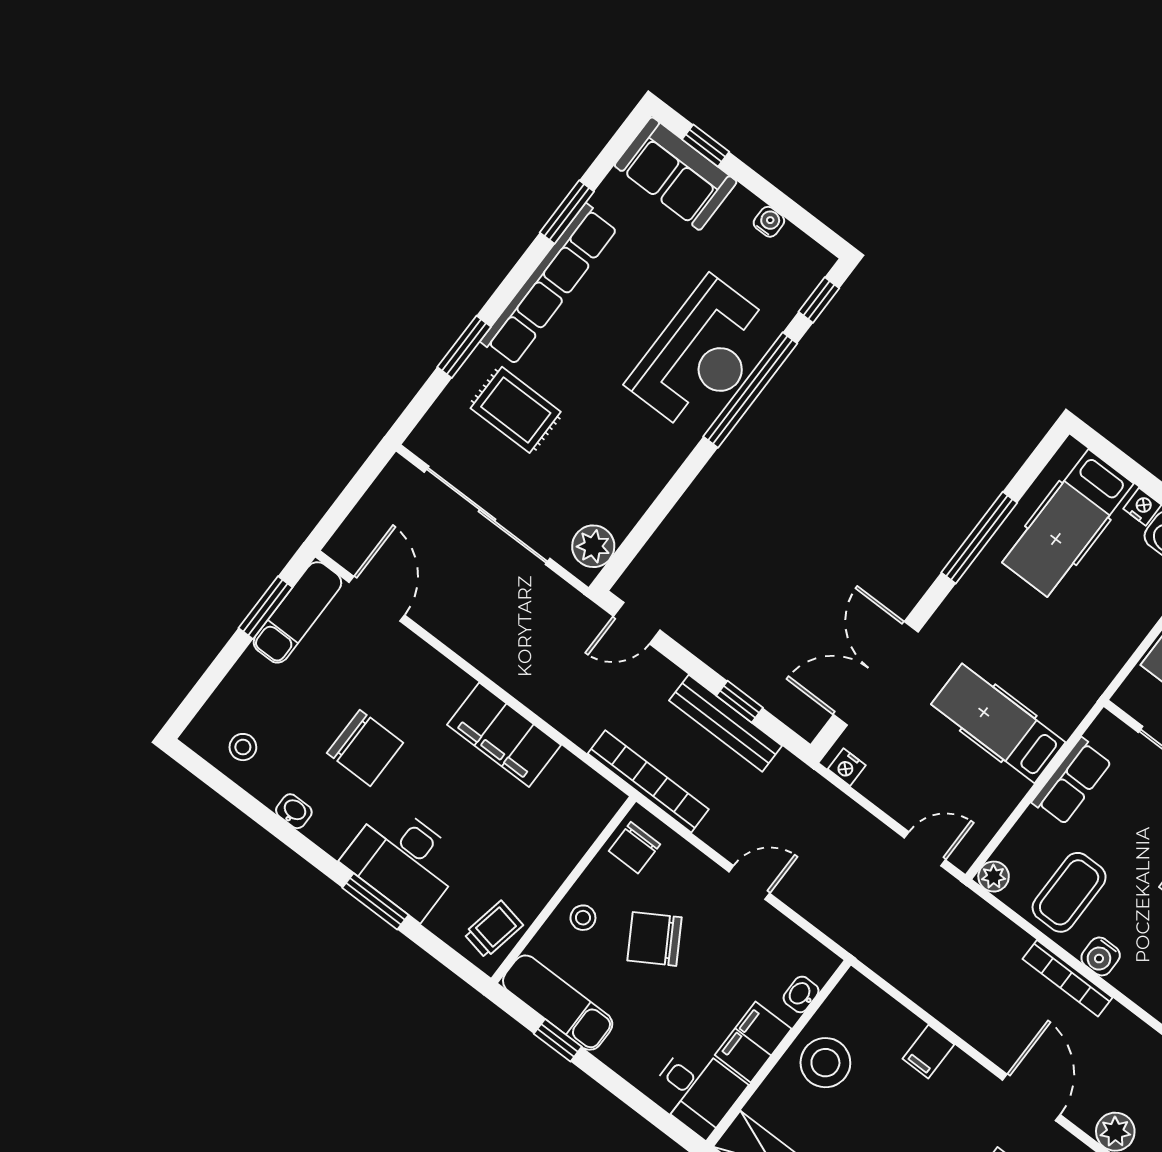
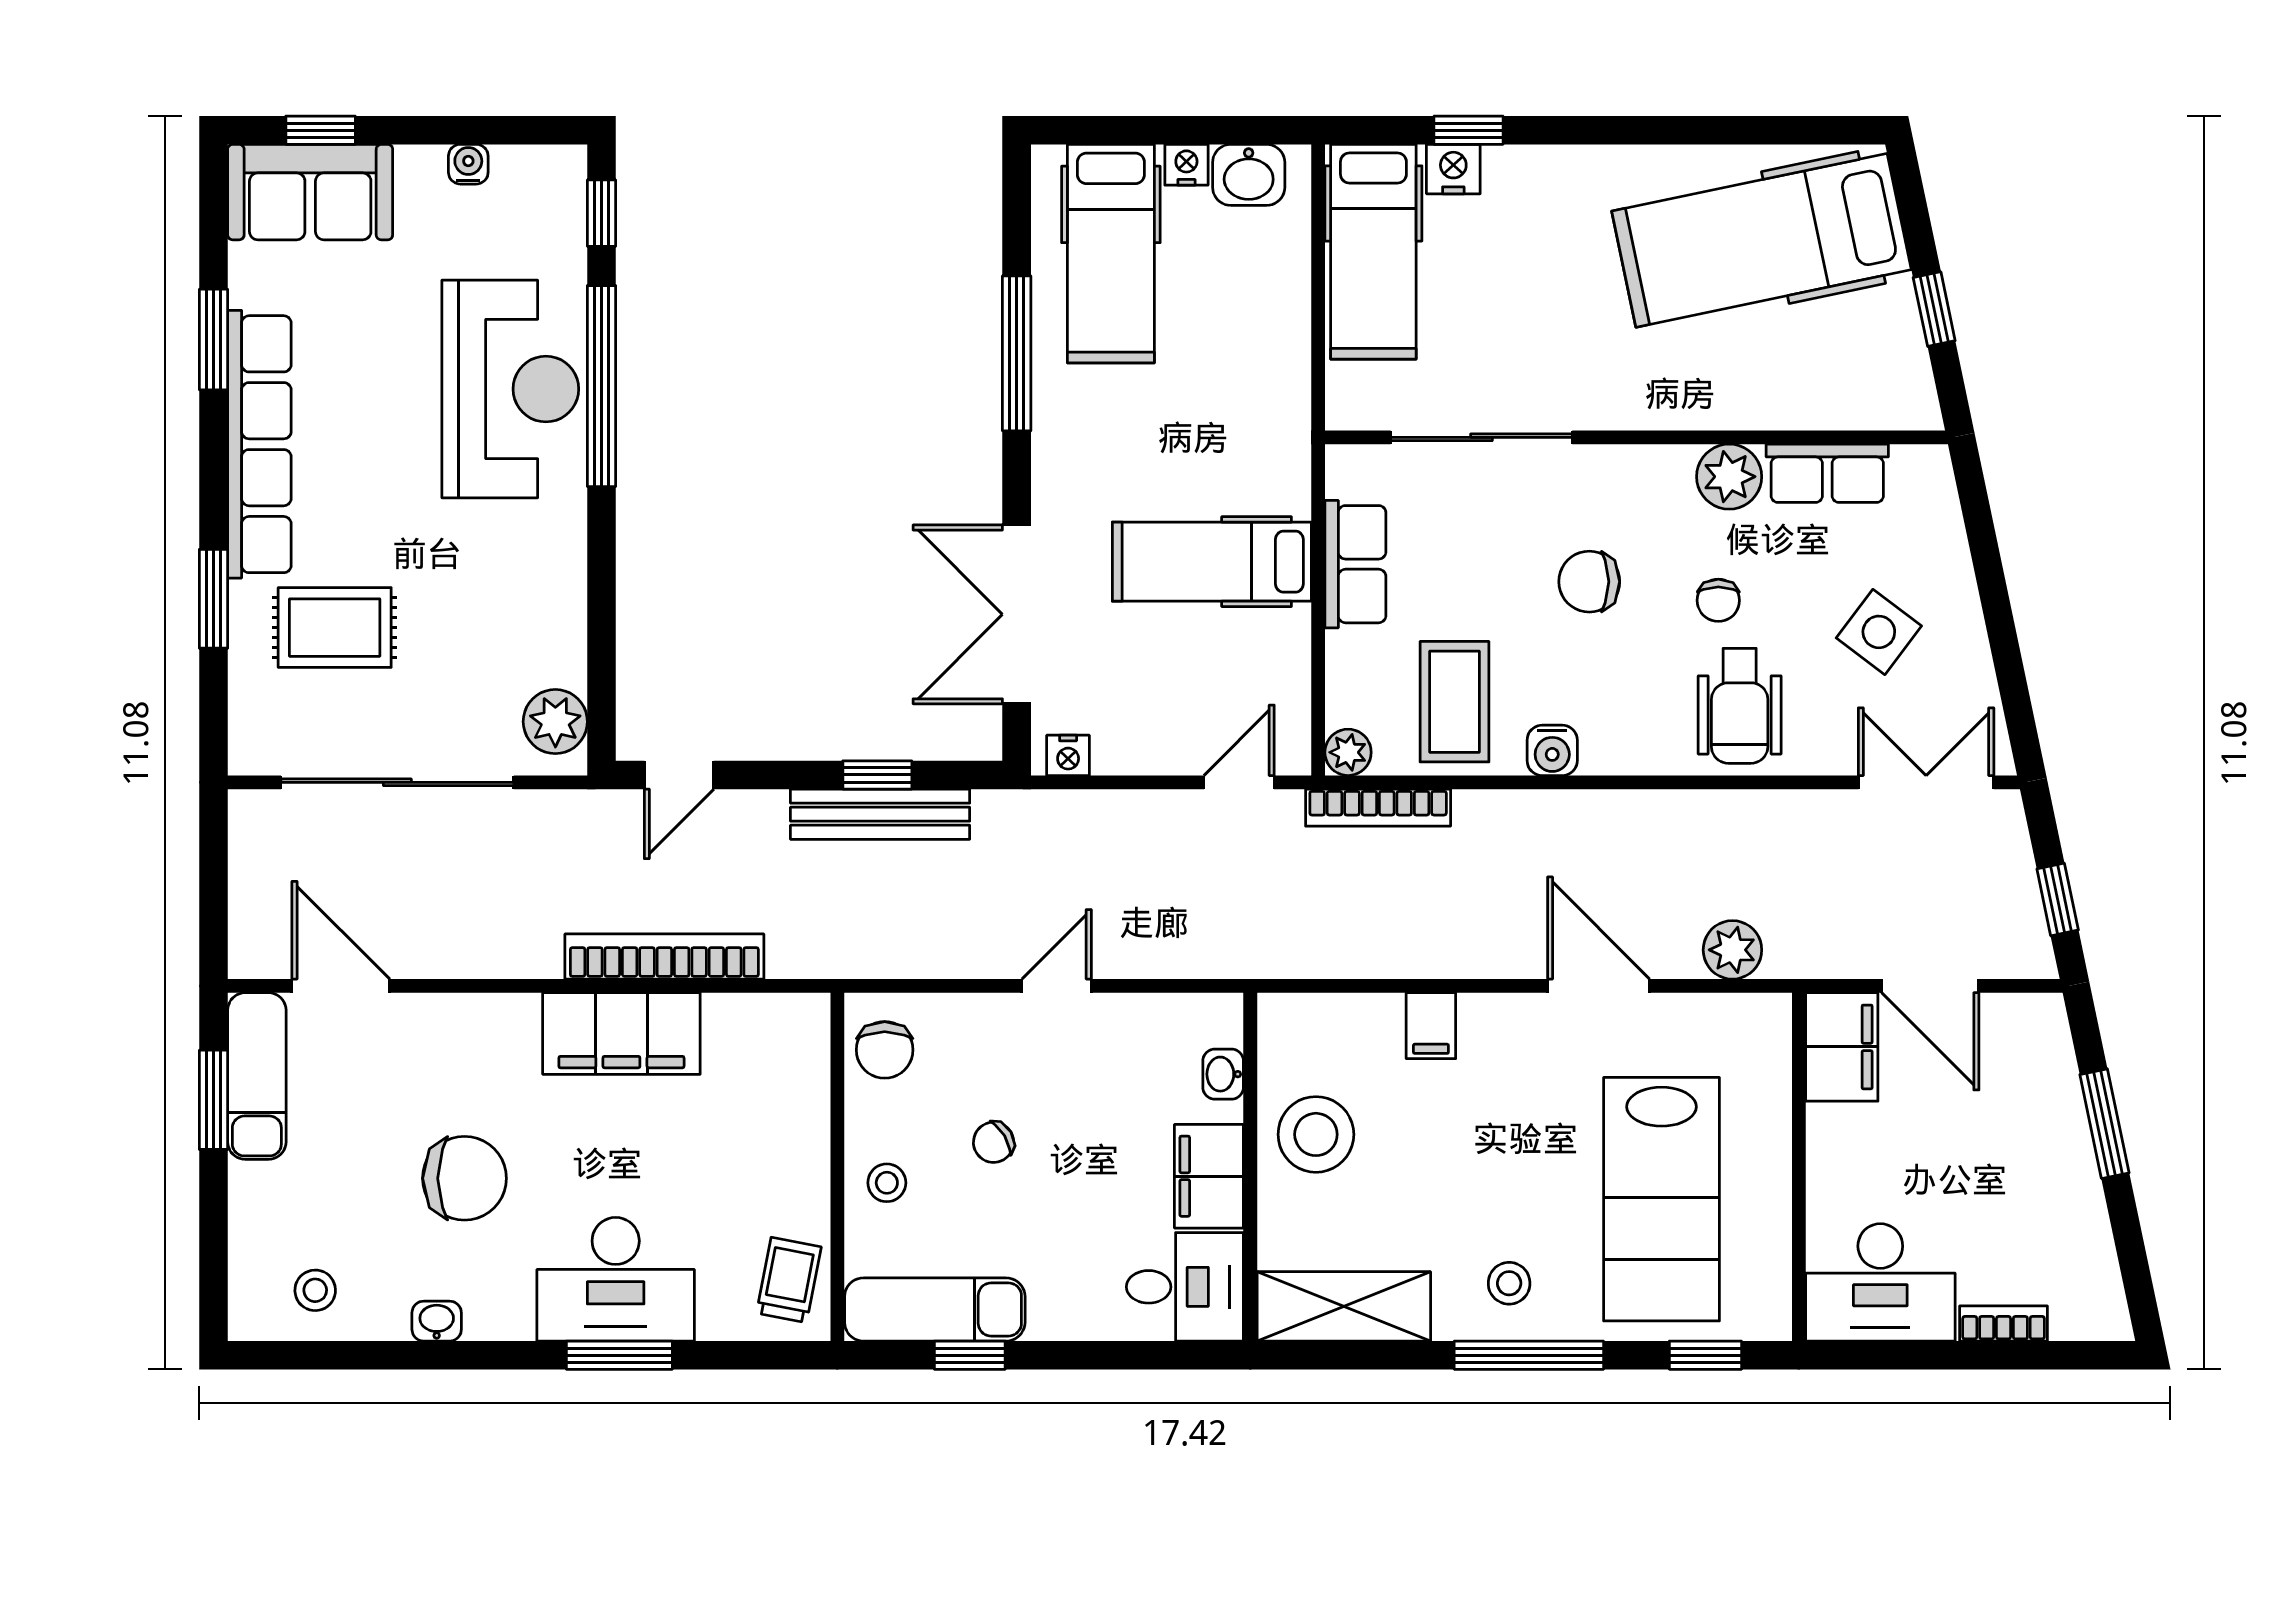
bookcase: (648, 781) -> (664, 957), moved
chair: (655, 939) -> (994, 1142), width x0.54, depth x0.54
bookcase: (1067, 978) -> (1378, 808), moved

